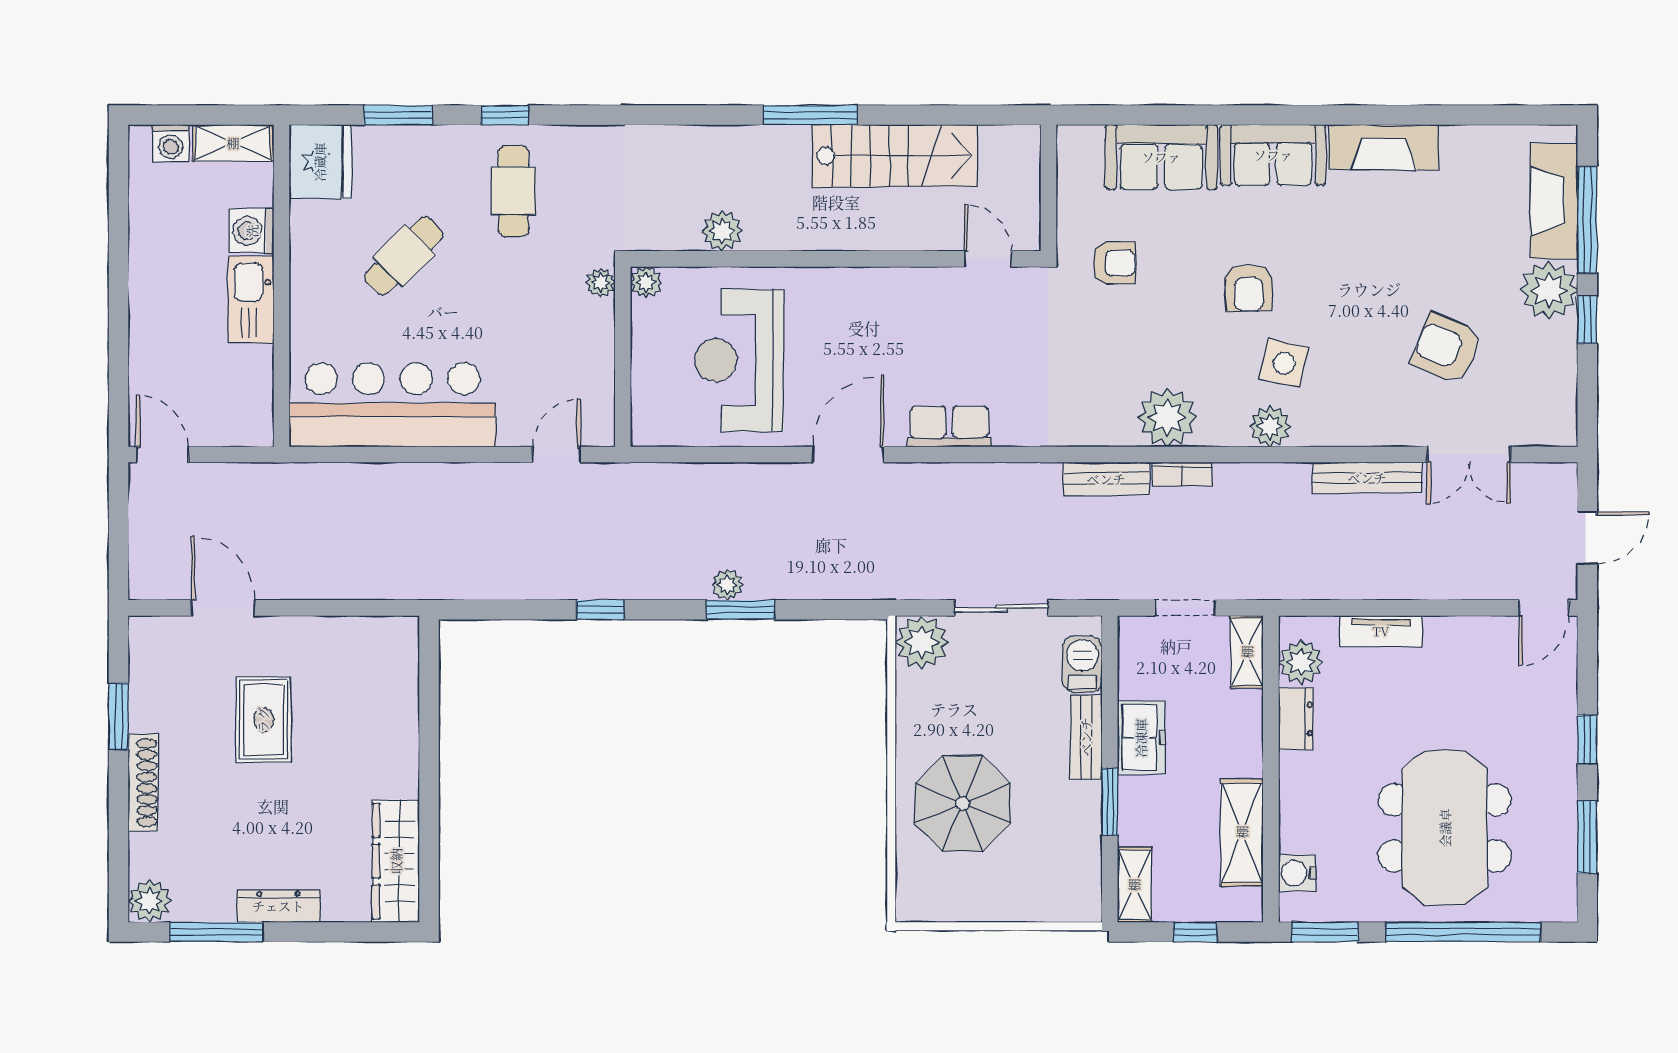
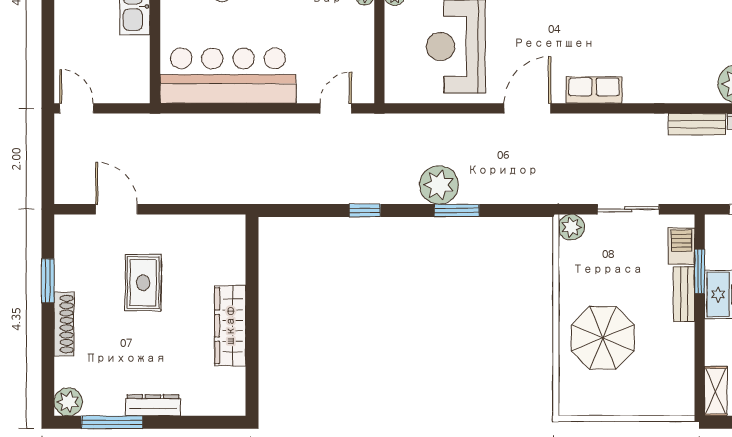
plant: (727, 585) -> (439, 185), width x1.87, depth x1.87
plant: (922, 642) -> (571, 227), width x0.73, depth x0.73
window: (1110, 802) -> (700, 271), moved
wardrobe: (396, 861) -> (230, 326), moved

